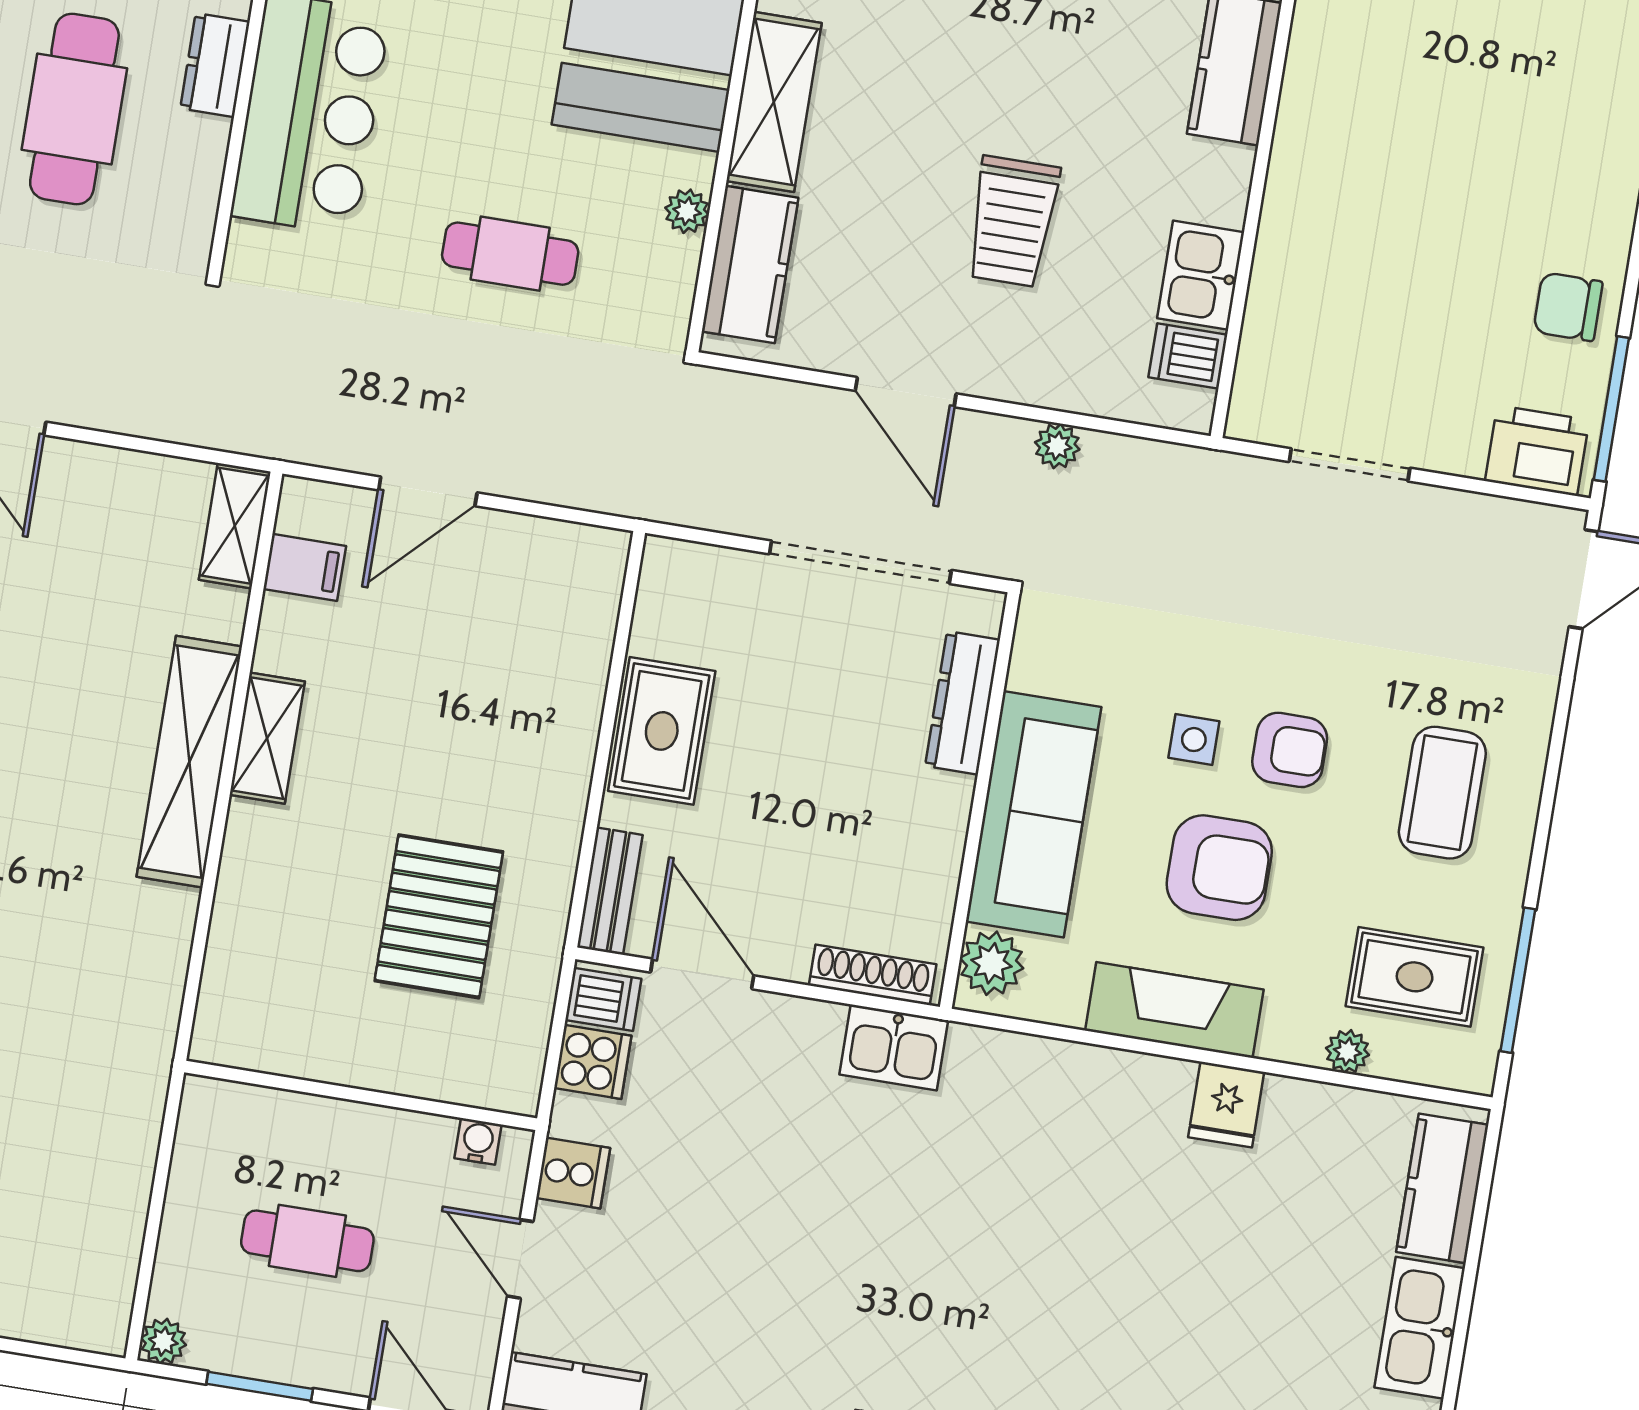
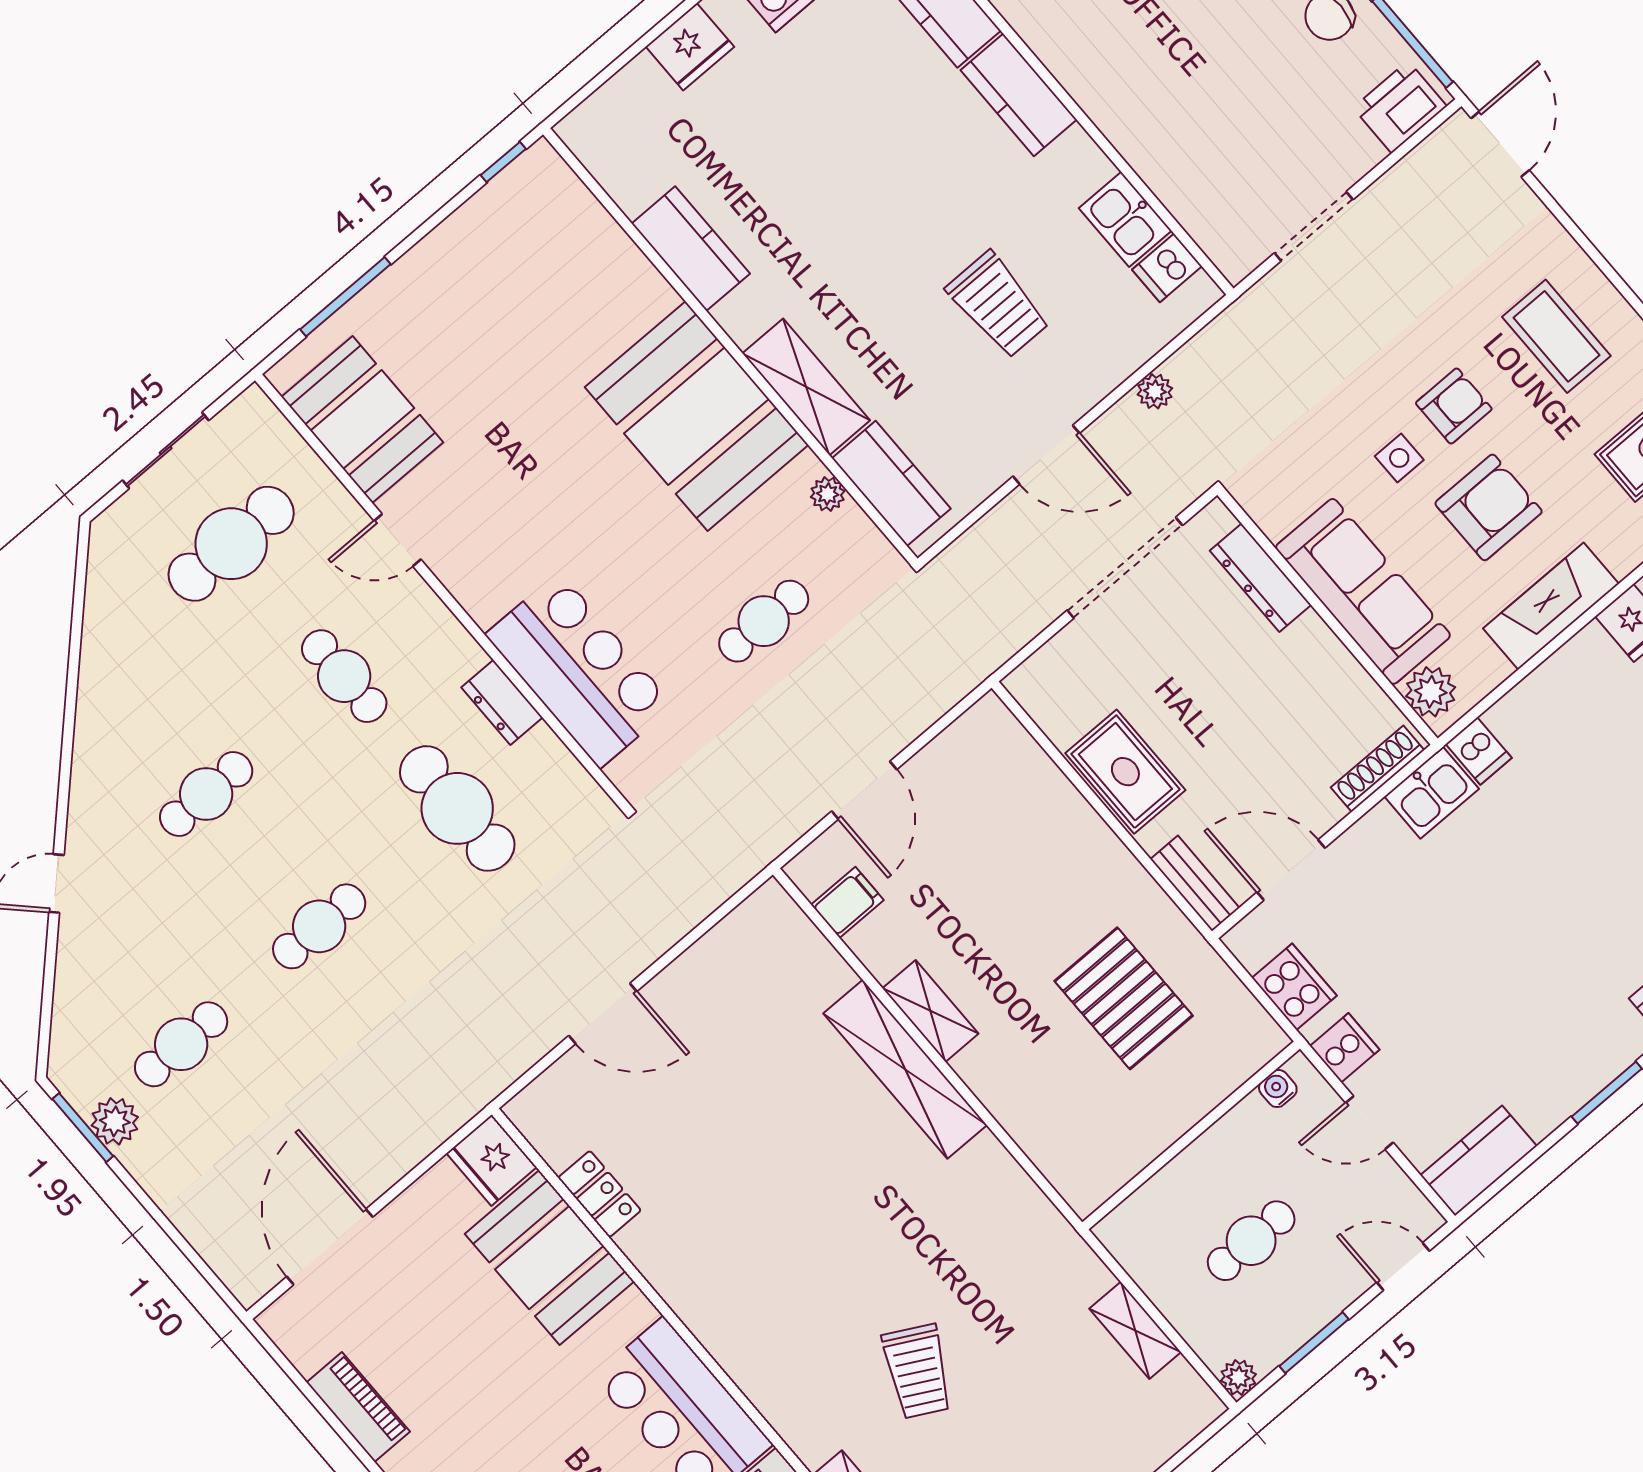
shelving: (235, 526) -> (1135, 1330), moved
dishwasher: (603, 999) -> (1479, 751), moved, turned 90
cooker: (593, 1062) -> (1294, 987), width x1.36

